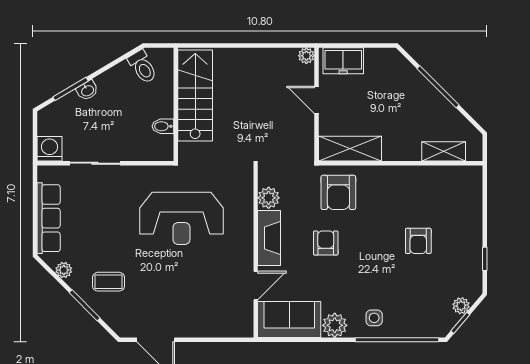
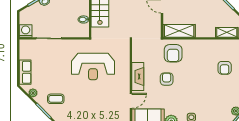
plant: (269, 198) -> (137, 56), removed
row of seats: (49, 218) -> (25, 72), width x0.68
armchair: (418, 241) -> (225, 68), moved

